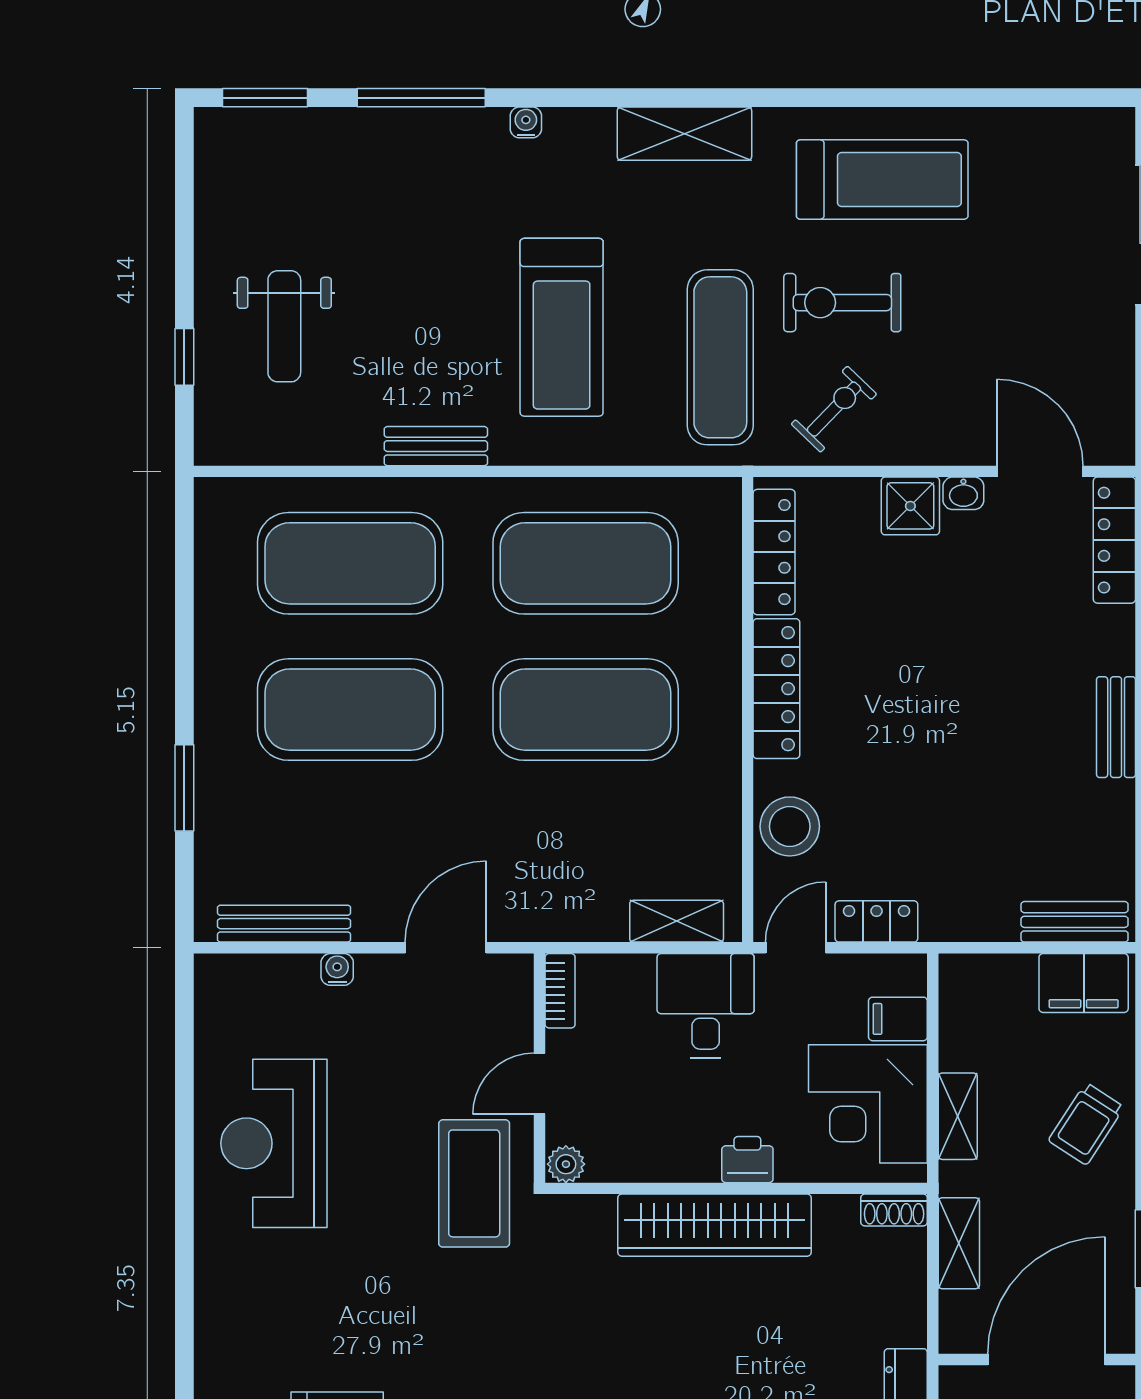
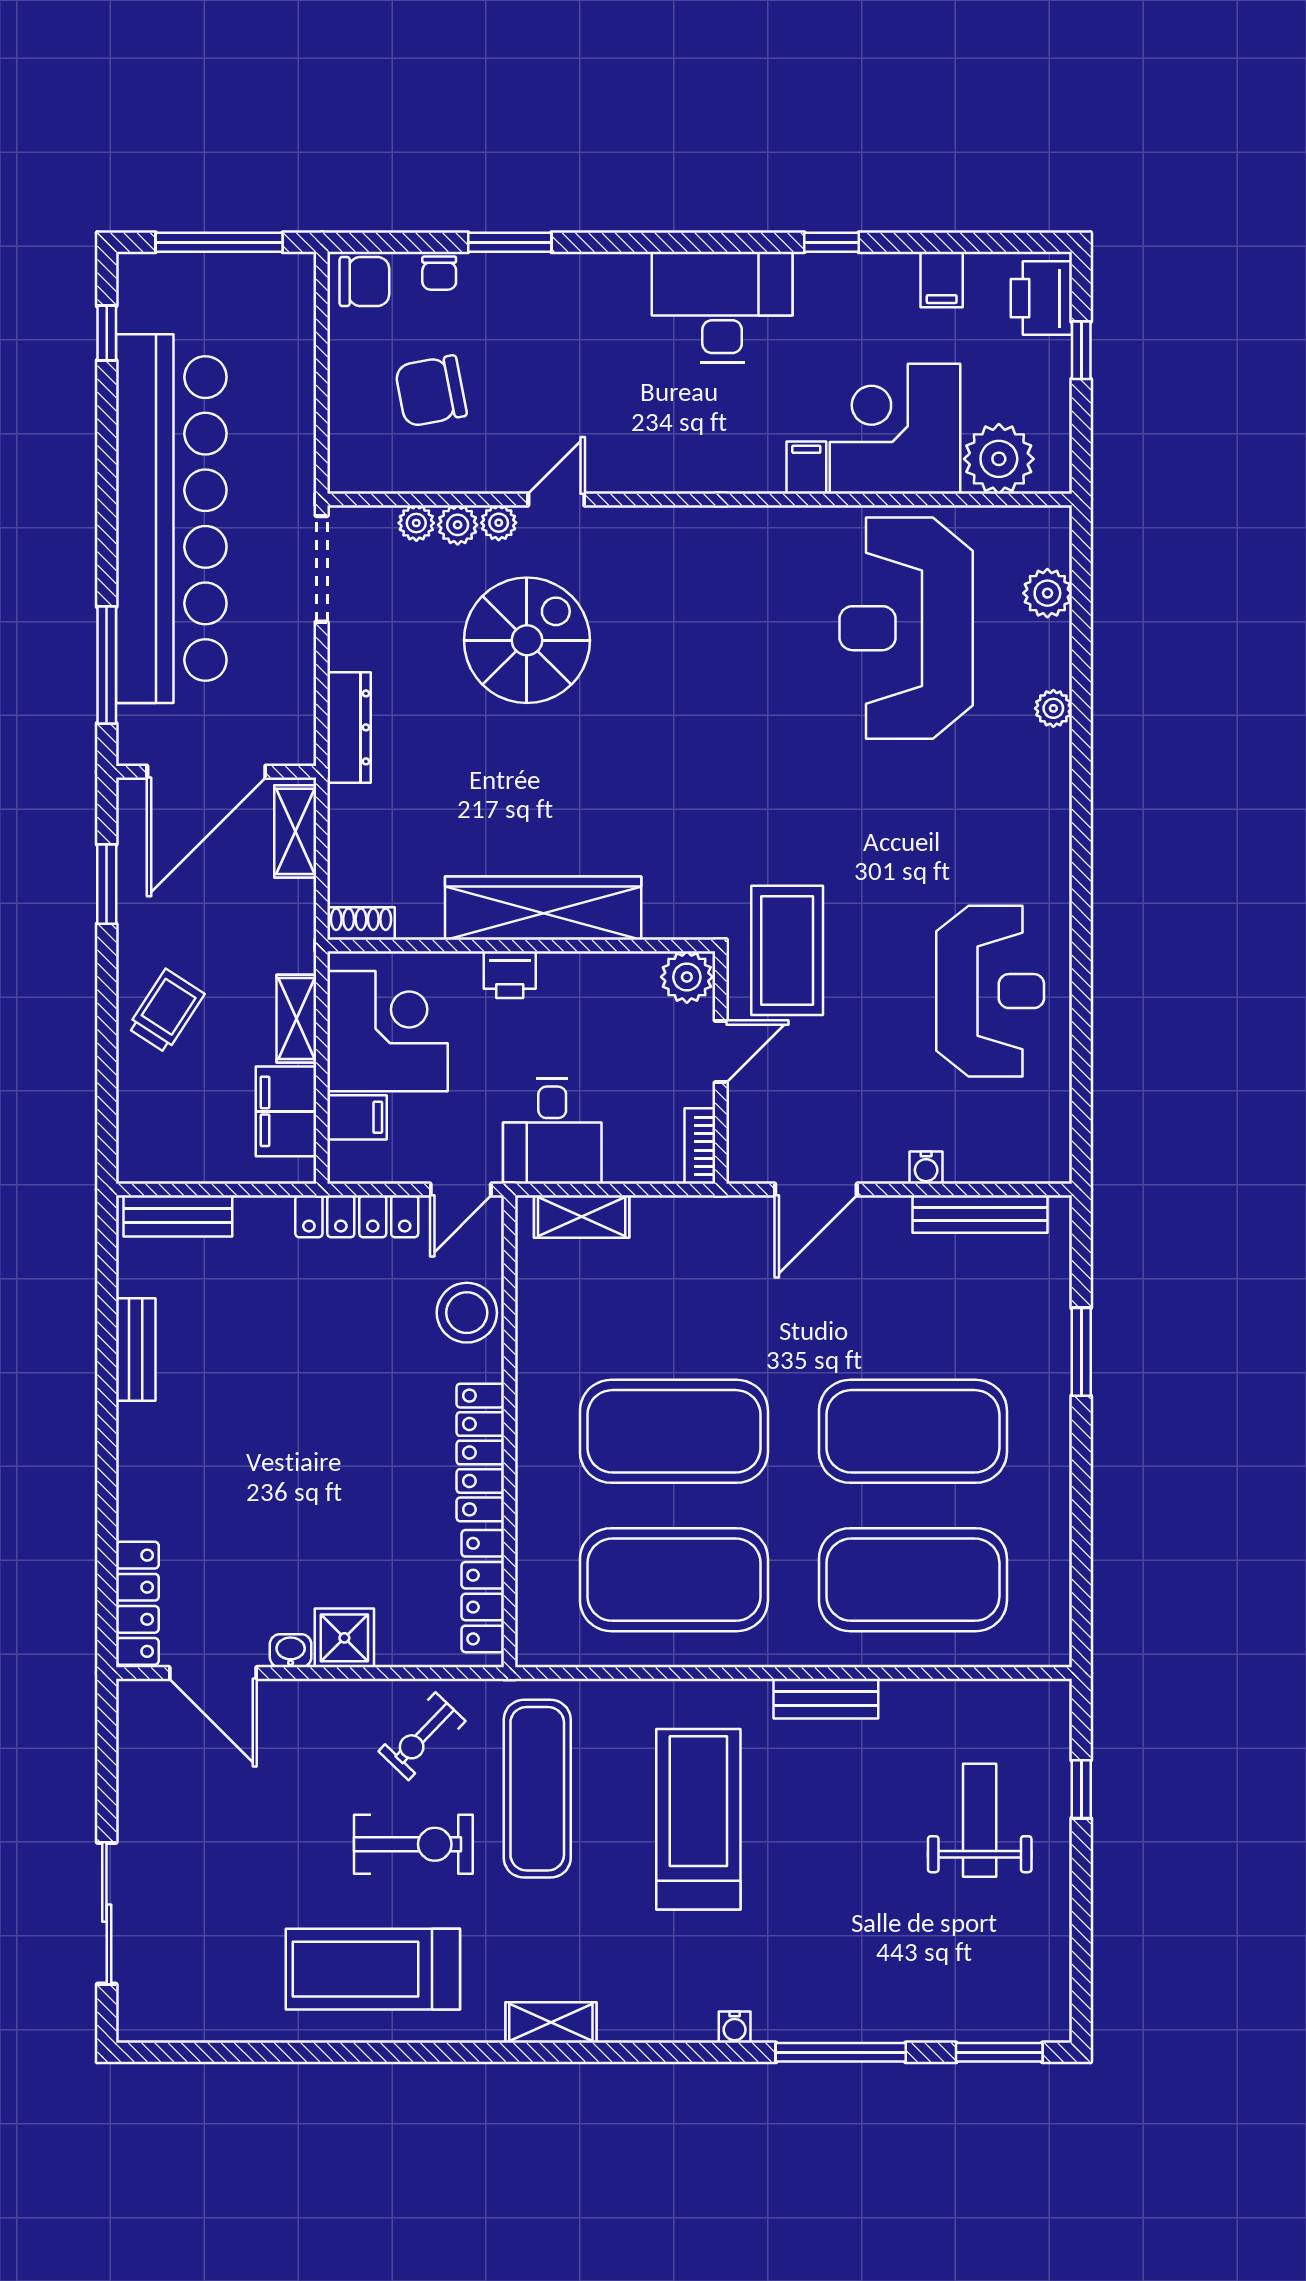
shelving: (684, 134) -> (551, 2022), width x0.67, depth x0.75
bench: (1116, 727) -> (136, 1349), moved
locker: (876, 921) -> (357, 1216), width x1.53
filing cabinet: (1084, 983) -> (286, 1111), moved, turned -90
plant: (566, 1164) -> (687, 977), width x1.38, depth x1.38
shelving: (959, 1243) -> (295, 831), moved

